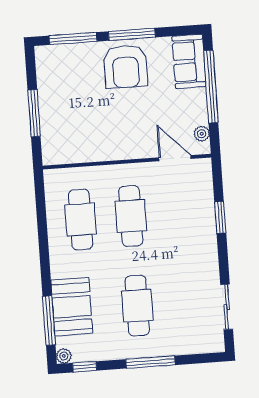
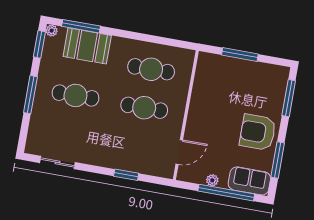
window: (132, 34) -> (278, 160), moved
plant: (202, 134) -> (212, 180), moved
window: (85, 367) -> (39, 44), width x1.50

